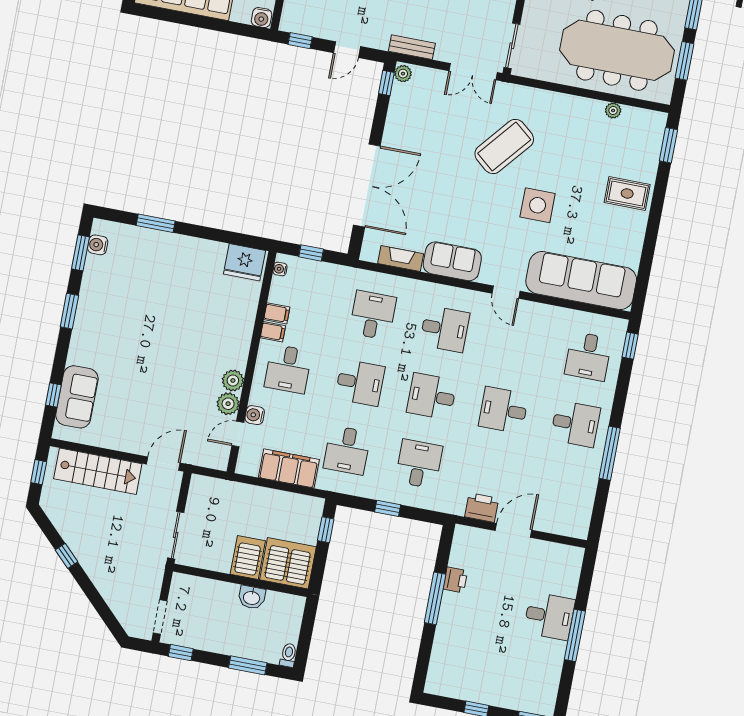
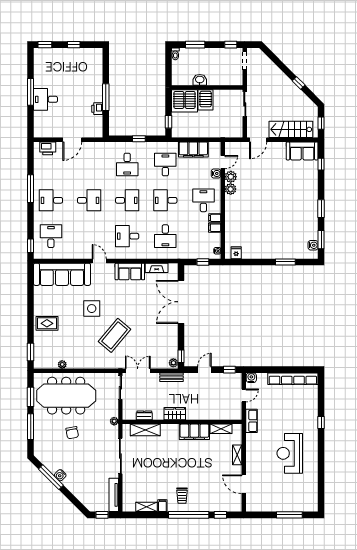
fridge: (245, 262) -> (236, 253), width x0.53, depth x0.75
sofa: (77, 397) -> (302, 151), moved, turned -90
printer: (482, 508) -> (48, 148), moved

